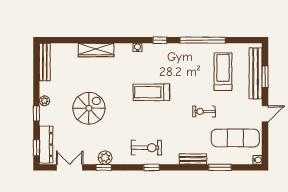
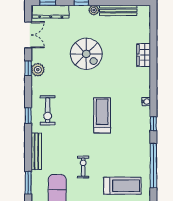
wardrobe: (96, 50) -> (144, 55), width x0.67
bench: (45, 62) -> (118, 10), moved
bench: (193, 159) -> (36, 151), width x1.36

